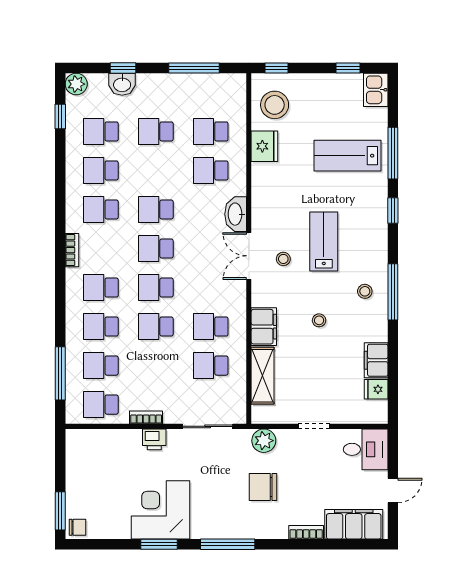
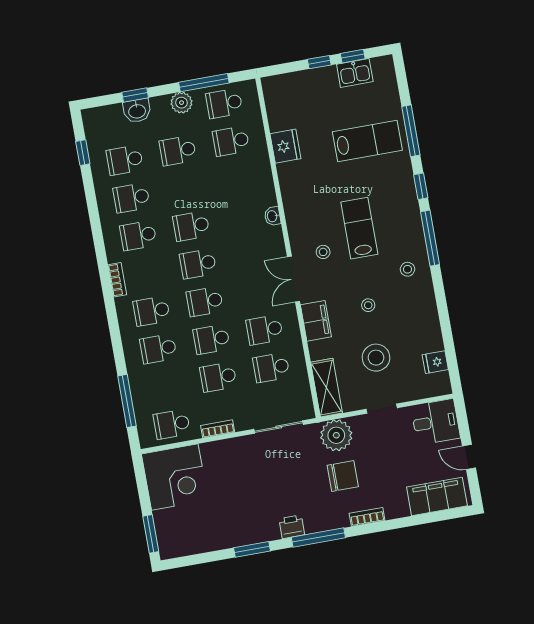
window: (277, 68) -> (319, 62), moved
plant: (76, 84) -> (181, 103), moved
kitchen sink: (376, 90) -> (355, 73), moved, turned -90
stool: (275, 105) -> (376, 358), moved
lab bench: (347, 156) -> (367, 141), turned 180
school desk: (211, 170) -> (224, 103), moved
washbasin: (236, 214) -> (272, 216), width x0.52, depth x0.69
double door: (249, 256) -> (293, 279), moved
window: (393, 292) -> (430, 238), moved
filing cabinet: (376, 360) -> (430, 334), removed
school desk: (101, 366) -> (218, 377), moved
shelving: (263, 376) -> (327, 388), moved
printer: (154, 439) -> (292, 527), moved, turned 180
plant: (264, 441) -> (336, 435), width x1.36, depth x1.36
chair: (263, 487) -> (343, 476), turned 180
door: (393, 491) -> (469, 457), swing flipped
corner desk: (160, 510) -> (175, 477), moved, turned 180
chair: (77, 527) -> (170, 547), removed
bookcase: (306, 532) -> (367, 517), moved

